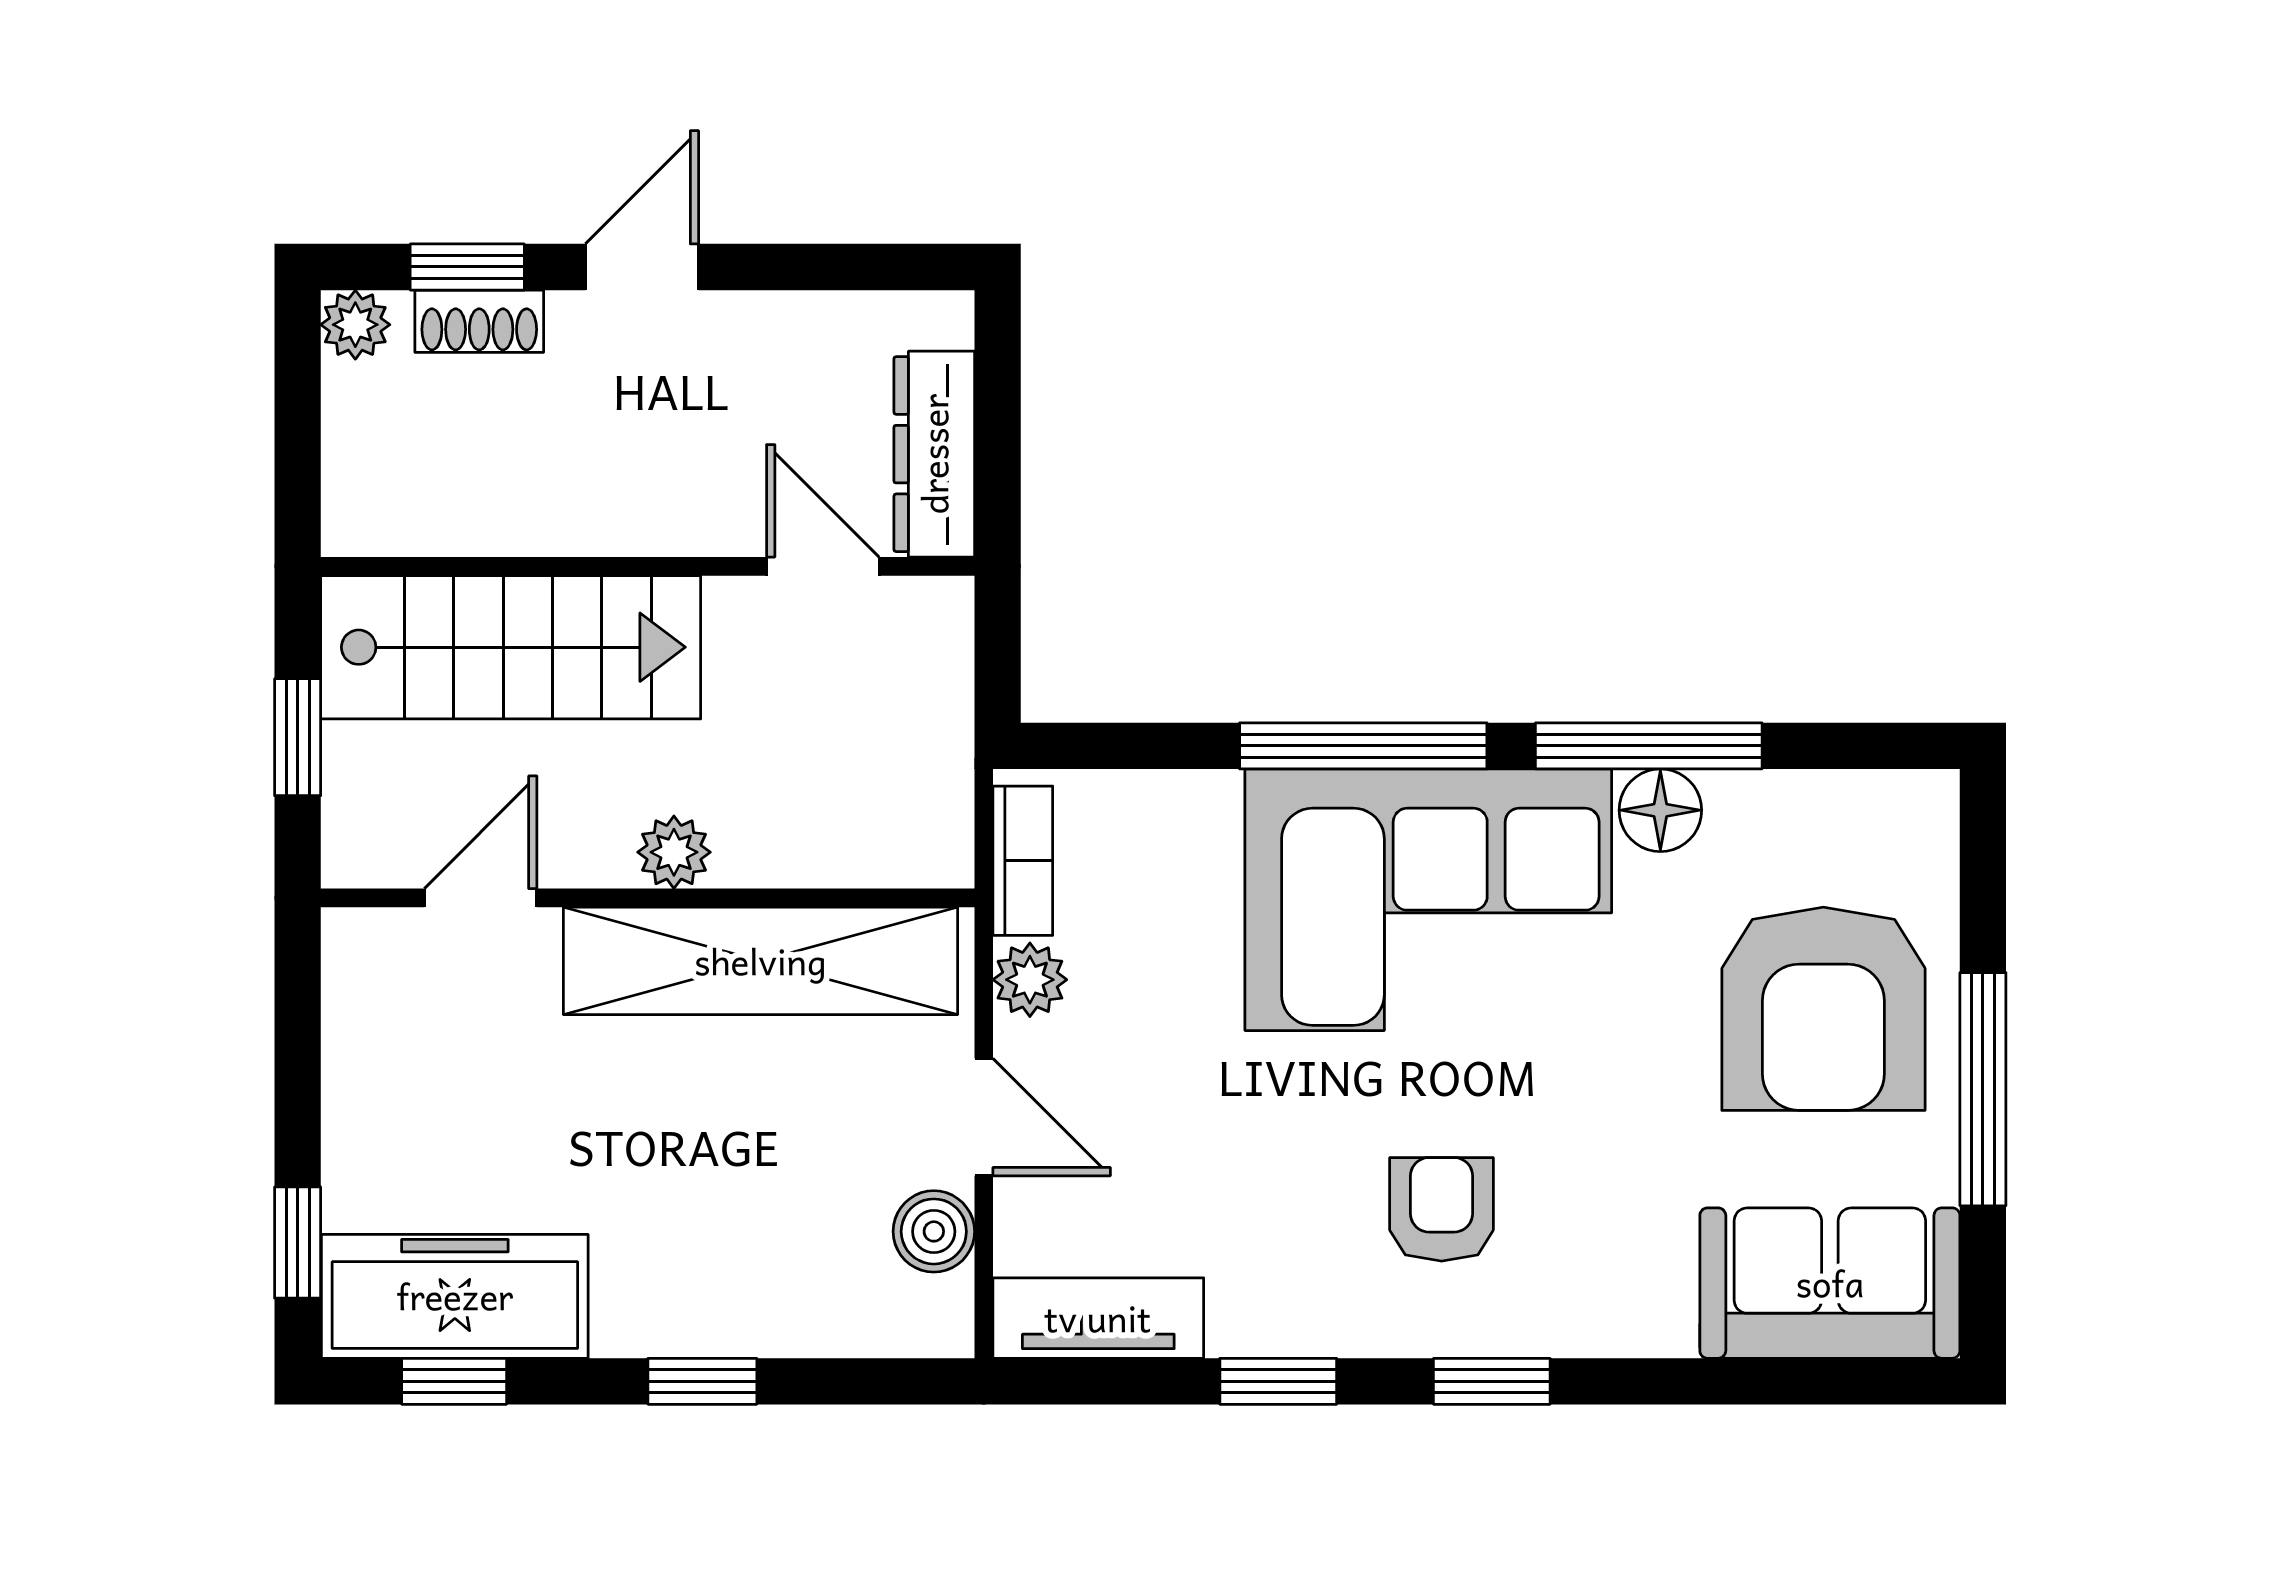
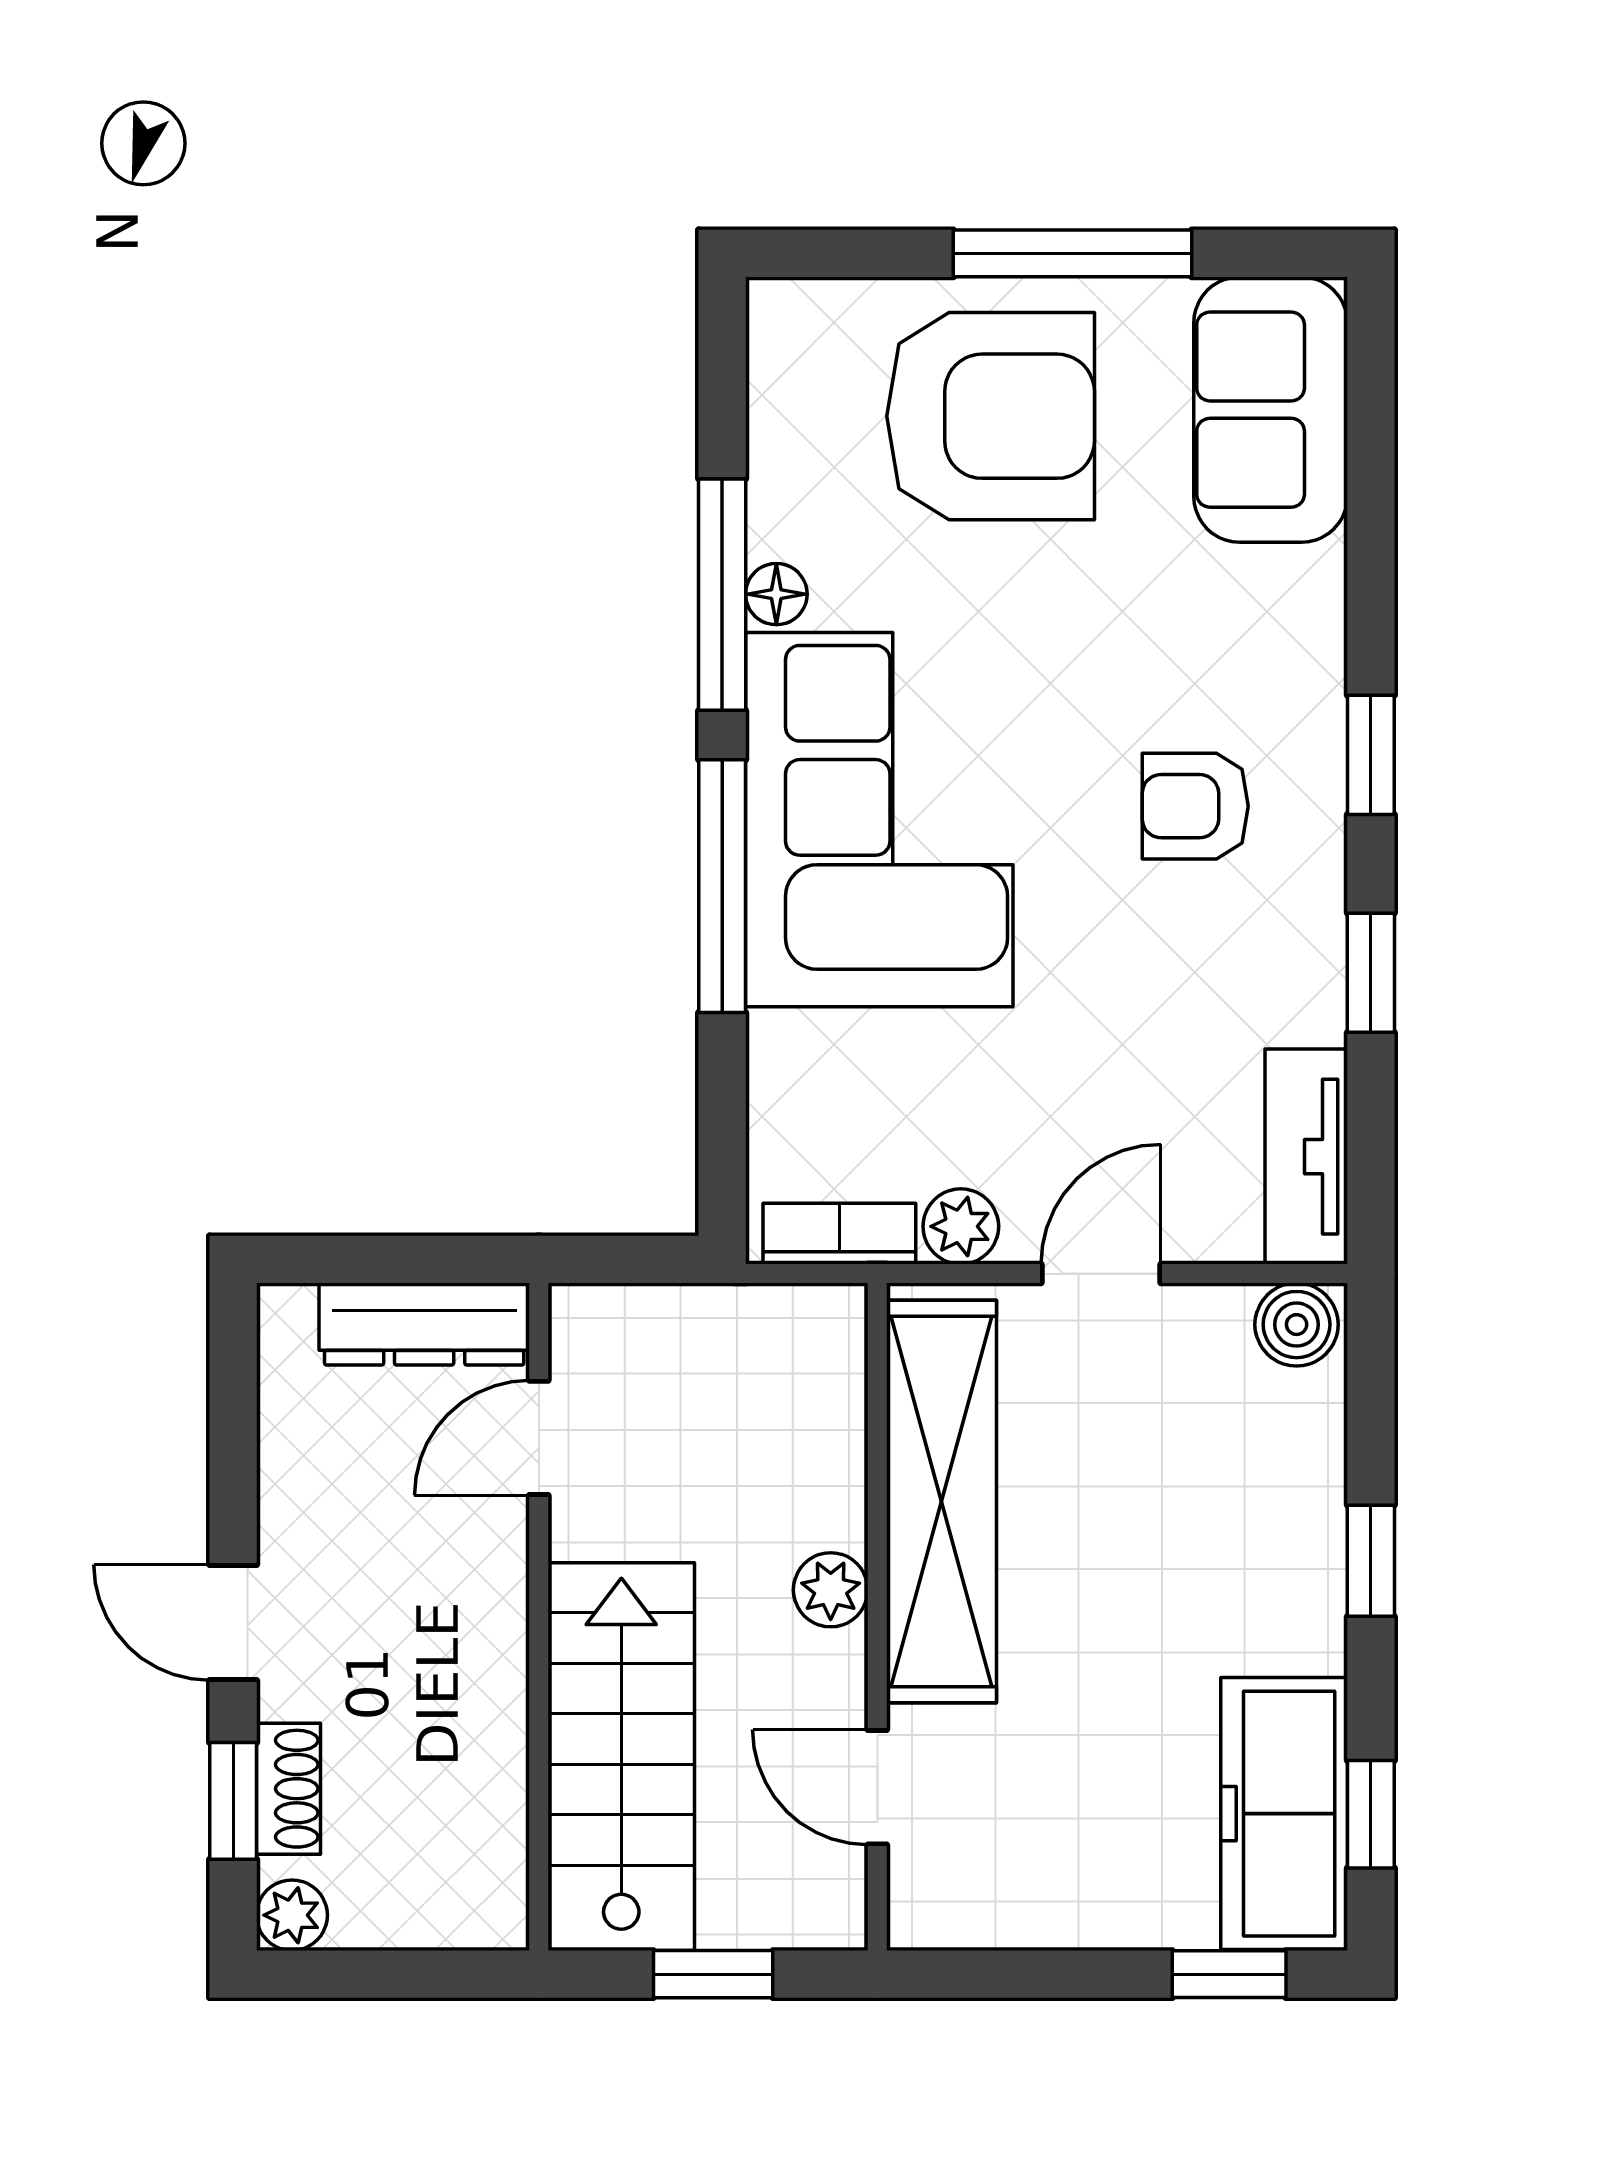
floor lamp: (1660, 810) -> (776, 594), width x0.73, depth x0.73
boiler: (934, 1231) -> (1297, 1325), moved

